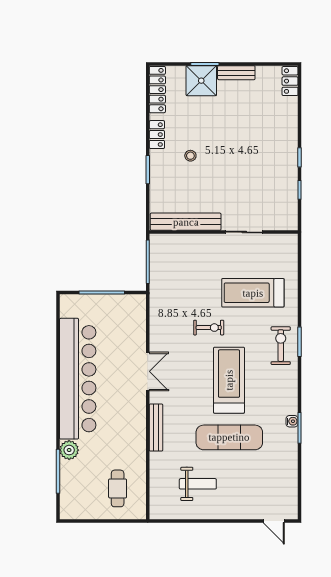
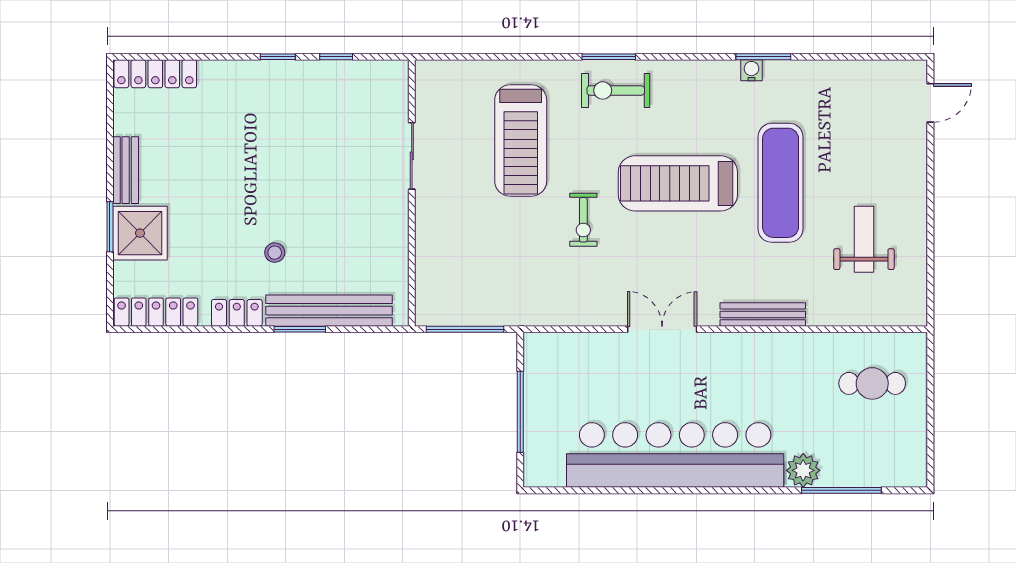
locker: (290, 81) -> (155, 74), width x1.53
bench: (186, 222) -> (329, 311), moved, turned 90
exercise bike: (209, 328) -> (583, 220), turned 180

